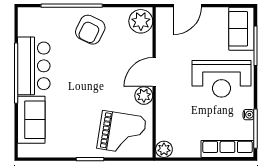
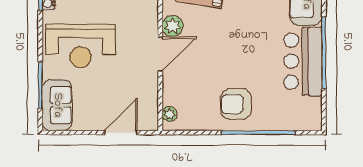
plant: (141, 21) -> (170, 114), width x0.53, depth x0.53
armchair: (90, 30) -> (236, 104), turned -116
reception desk: (221, 79) -> (81, 46), turned 180

